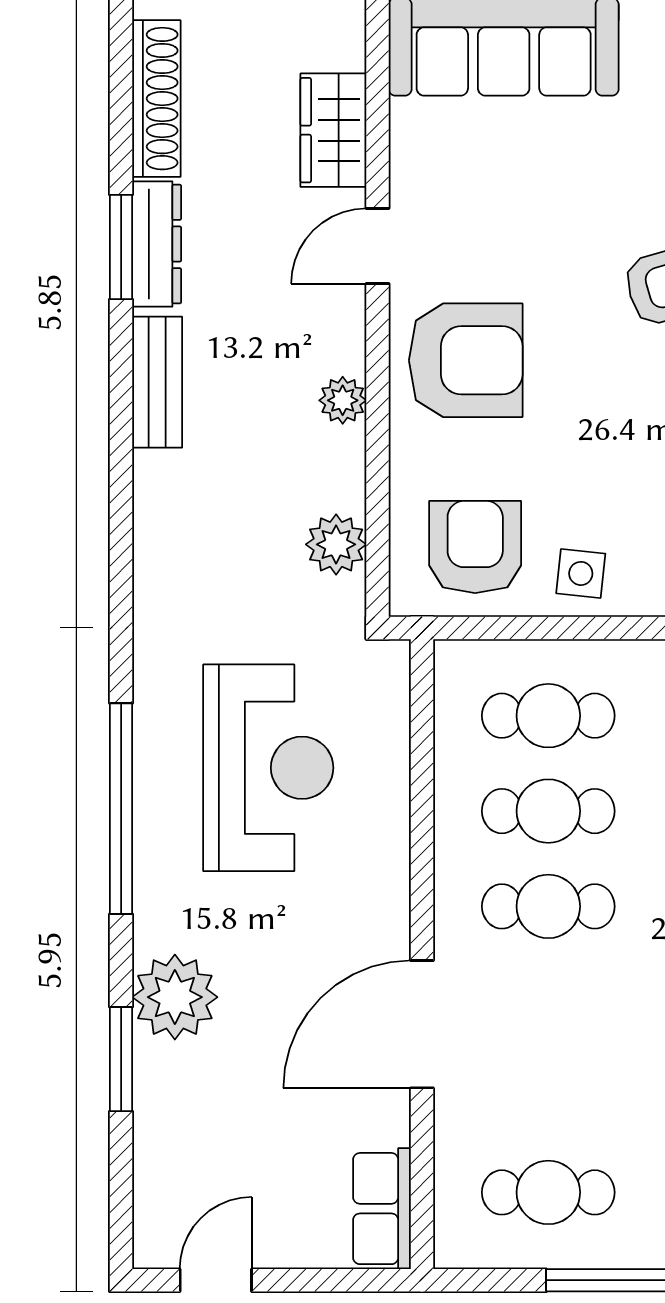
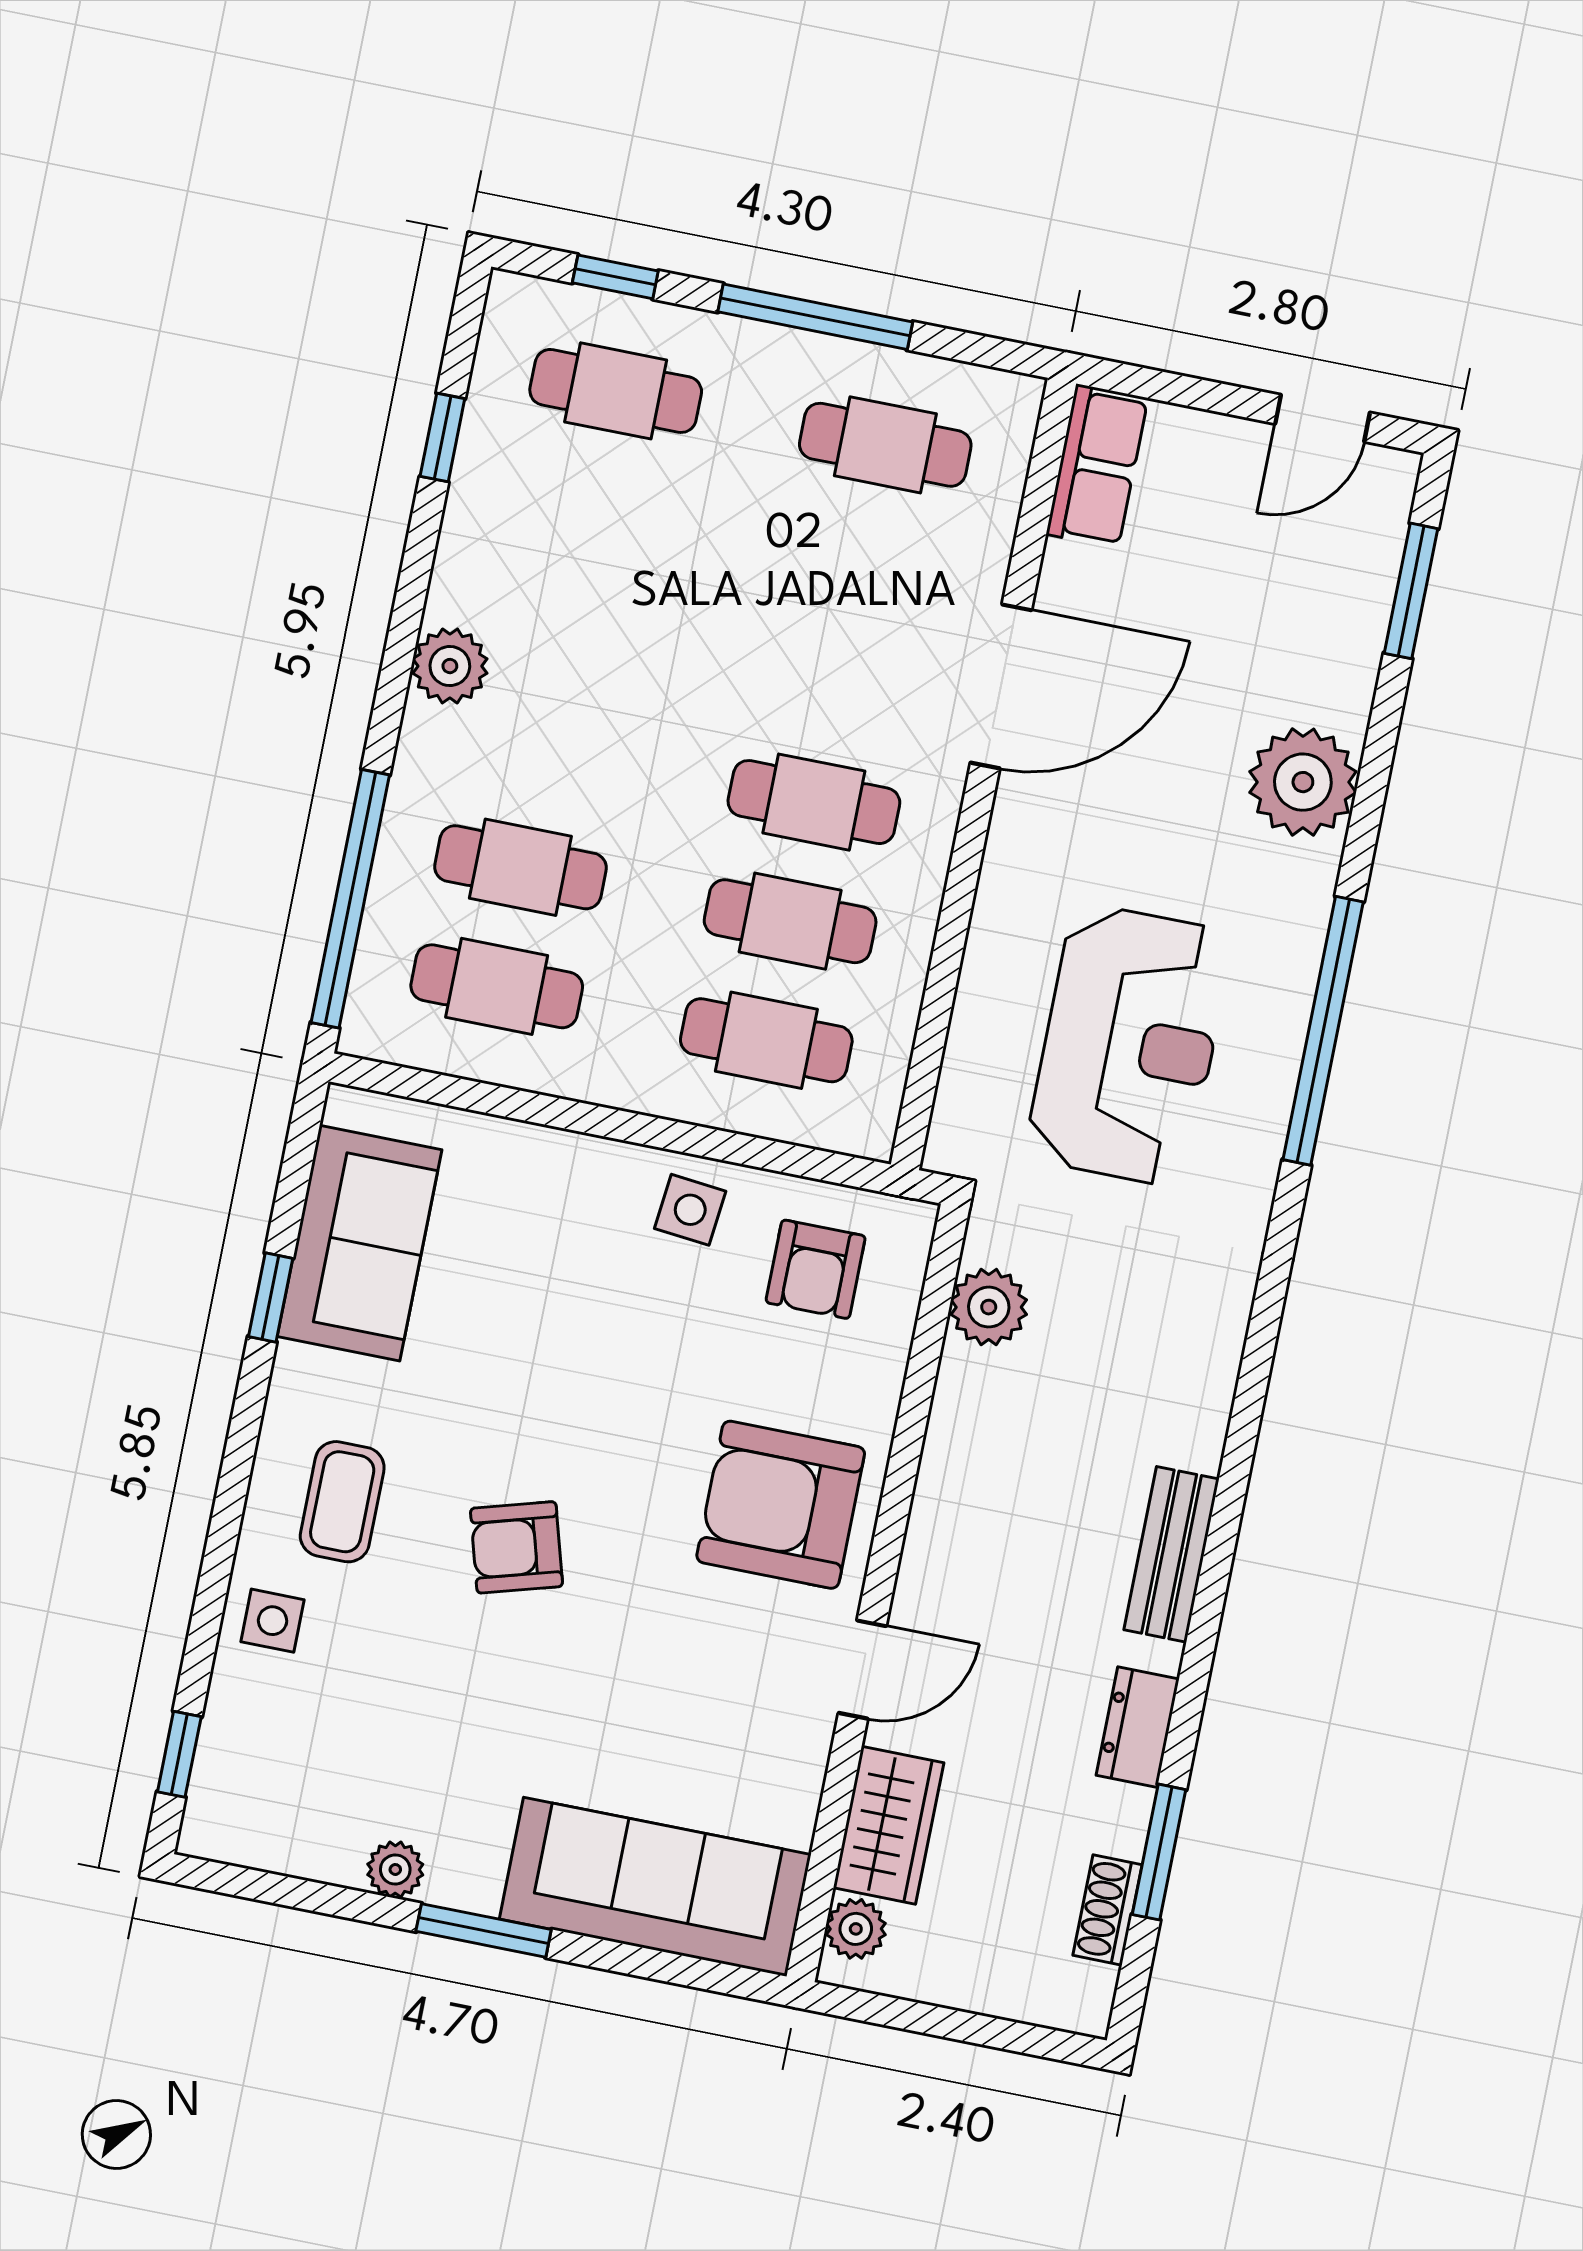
shoe rack: (156, 99) -> (1108, 1910), width x0.51, depth x0.81
dresser: (157, 244) -> (1138, 1727), width x0.70
window: (121, 247) -> (1159, 1852), moved
plant: (343, 400) -> (856, 1929), moved
armchair: (475, 547) -> (816, 1269), width x0.72, depth x0.72
reception desk: (268, 768) -> (1129, 1045), turned 180
window: (121, 1059) -> (1411, 591), moved

